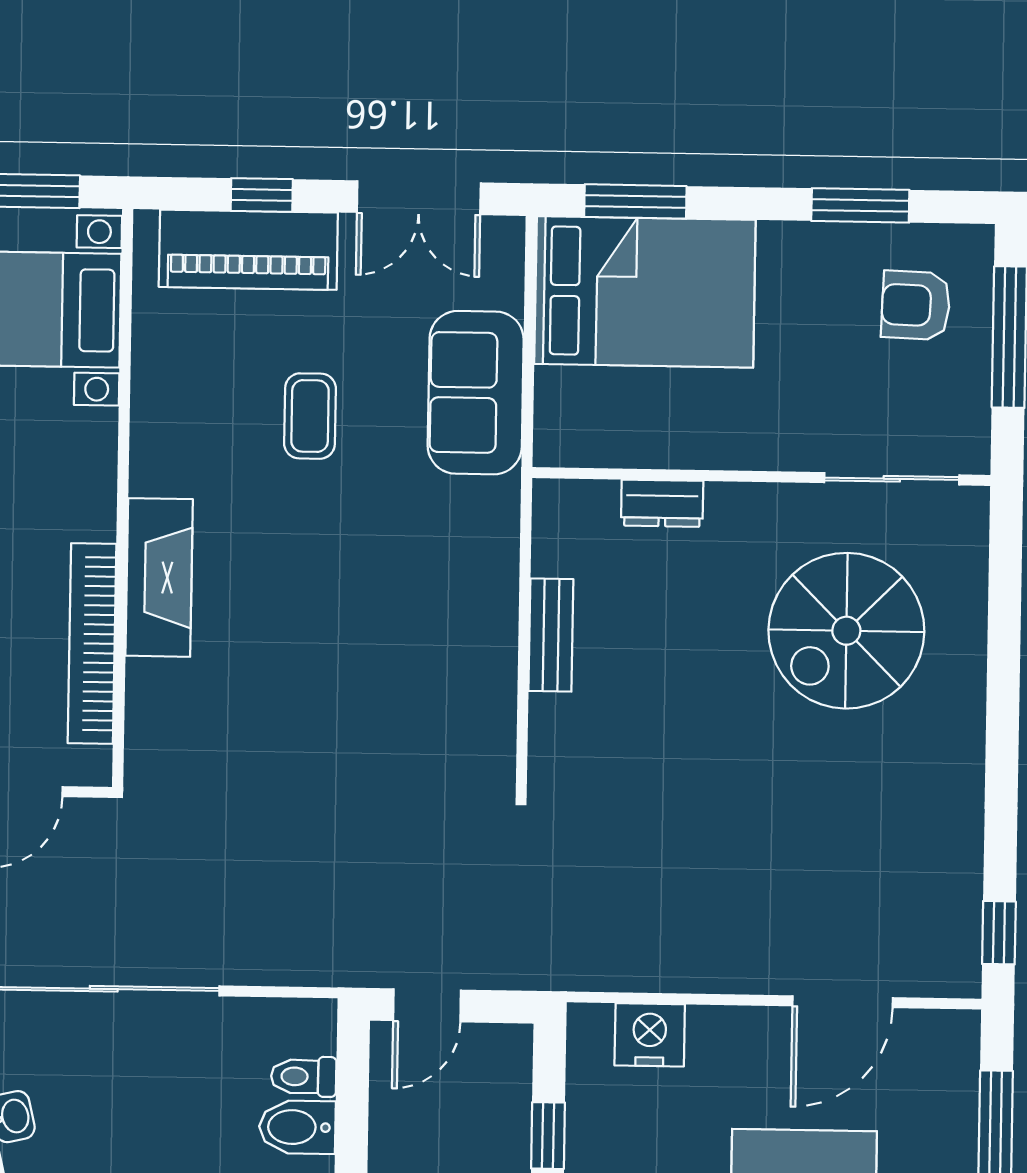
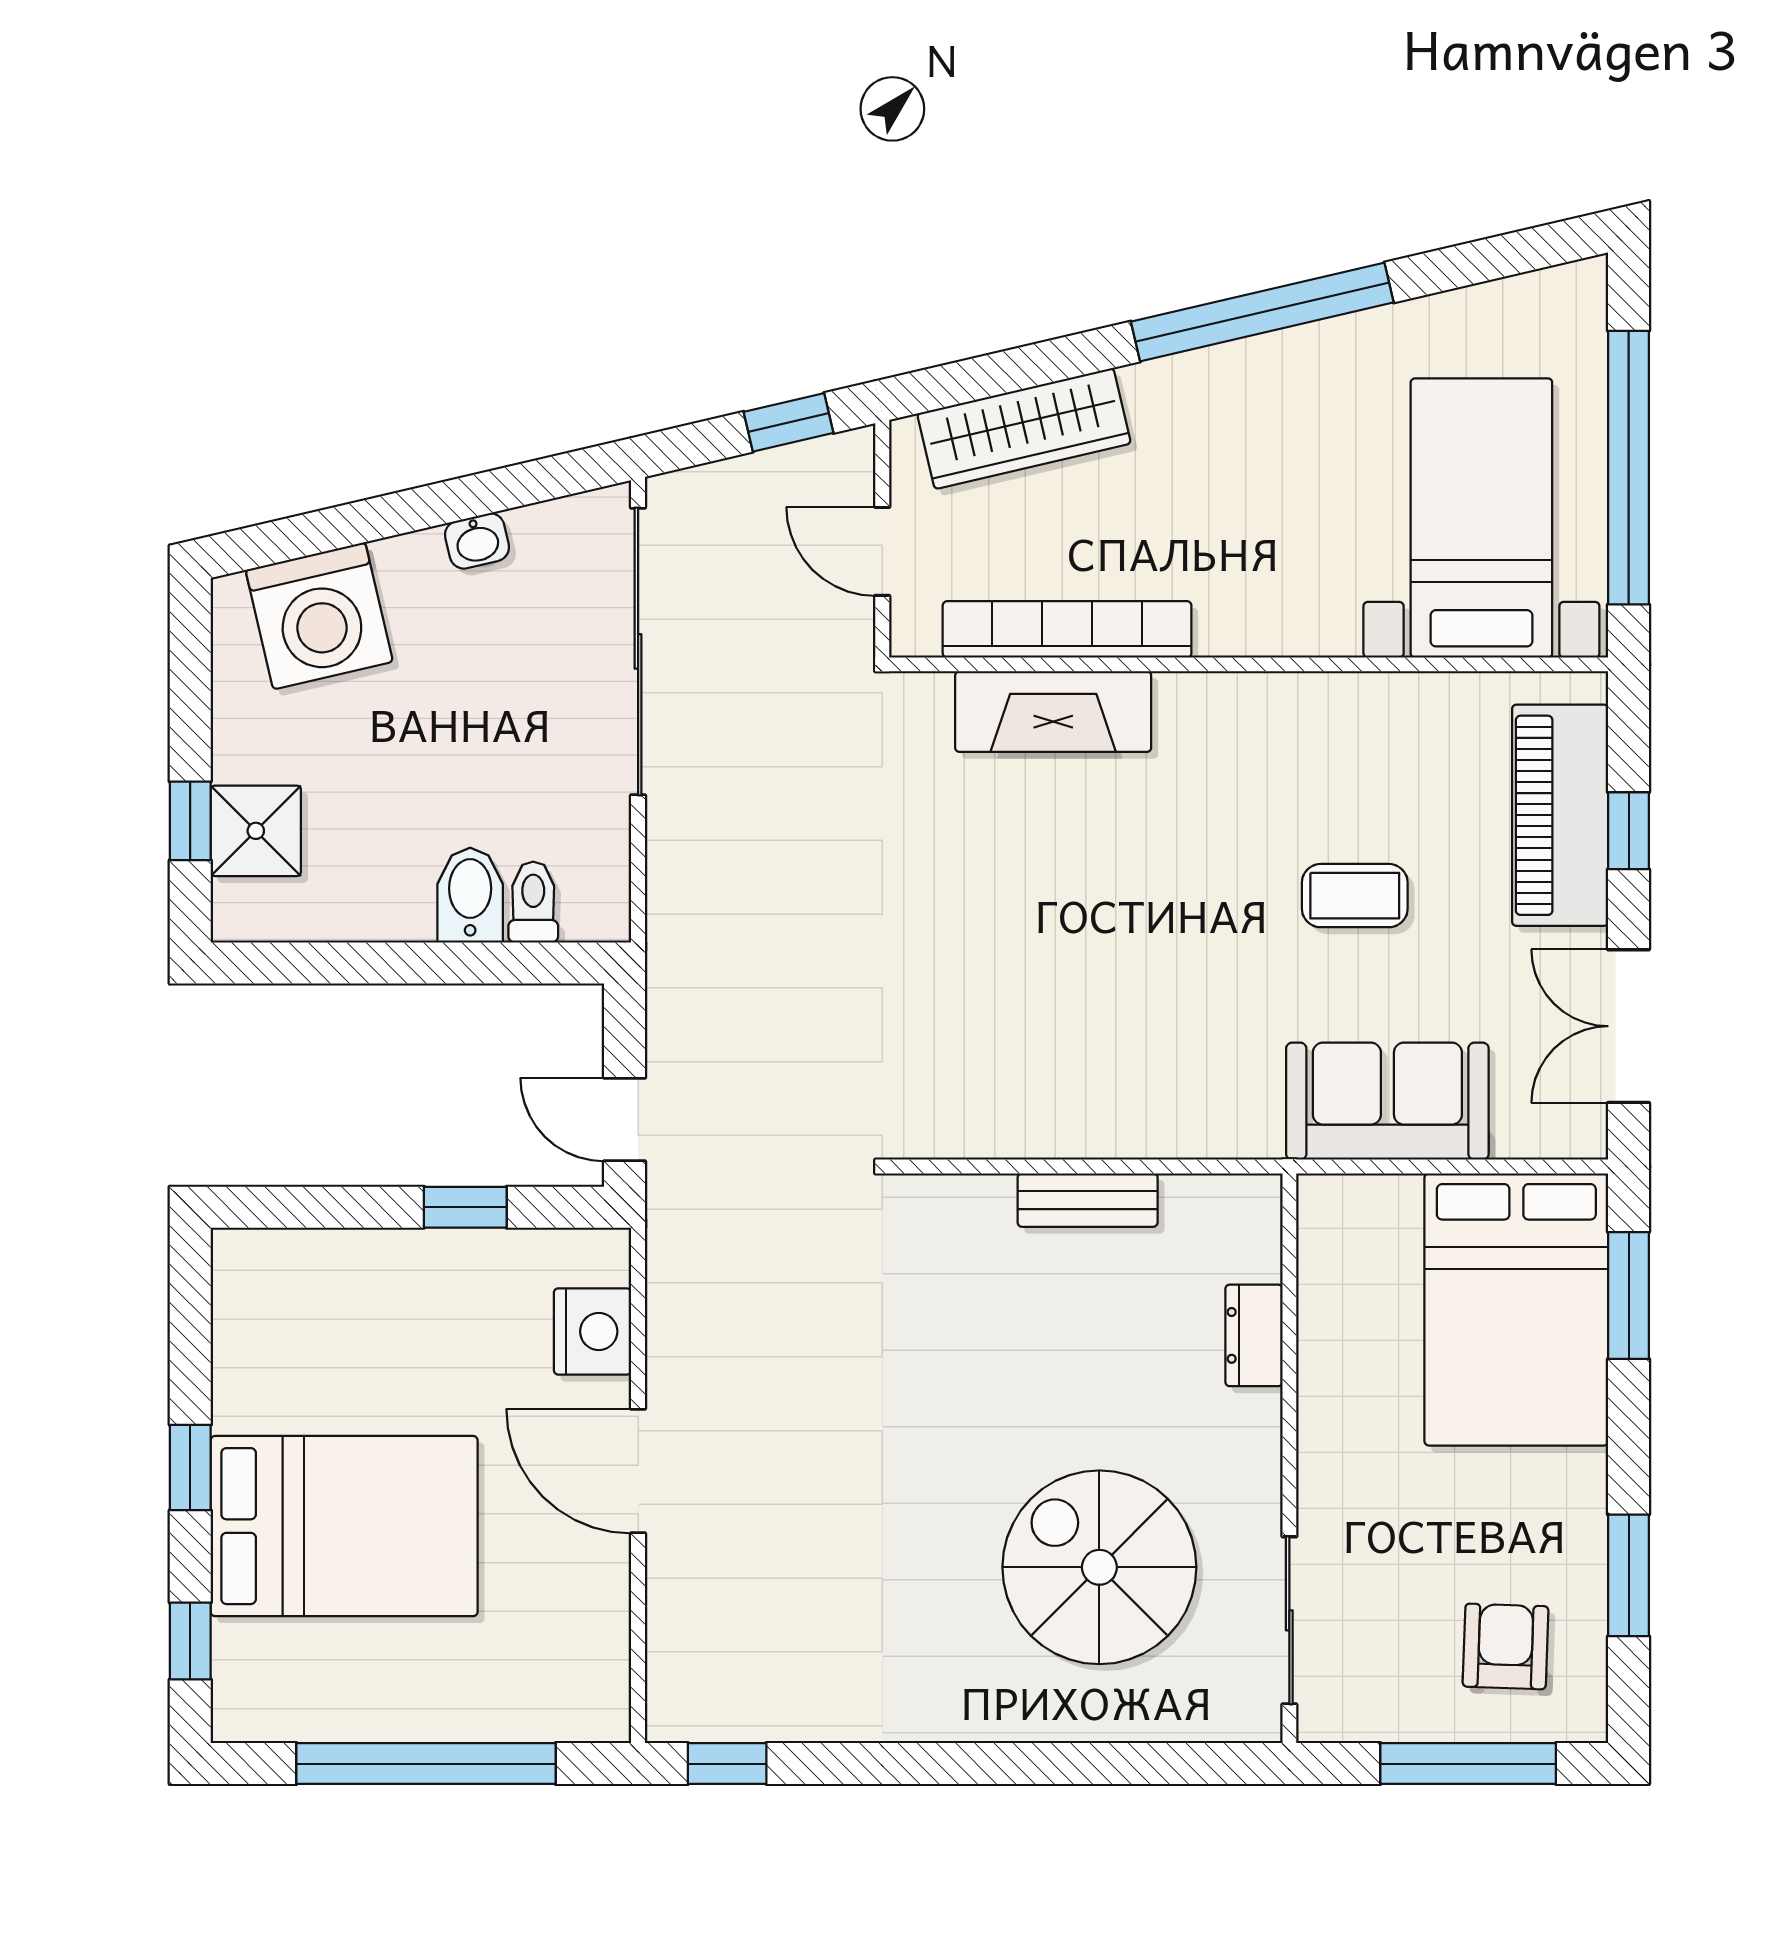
fireplace: (159, 577) -> (1053, 712), moved
door: (843, 1002) -> (638, 1471), moved
door: (427, 1005) -> (624, 1119), moved

